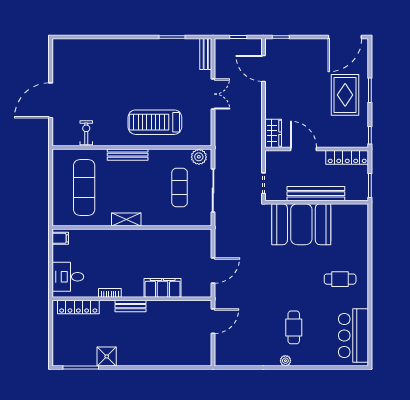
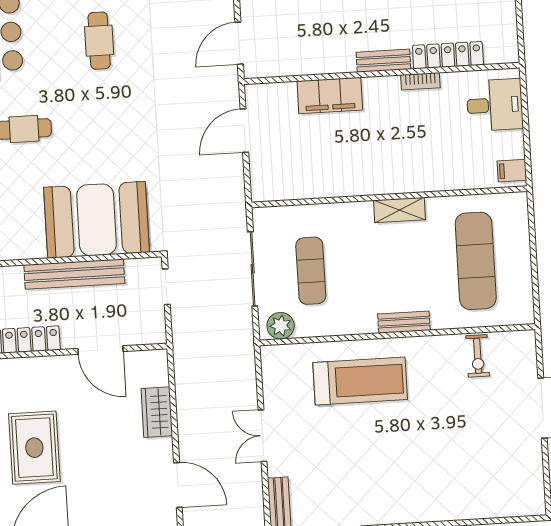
wardrobe: (273, 133) -> (157, 412), moved
bench: (128, 155) -> (404, 322), width x0.73
locker: (78, 307) -> (448, 55), moved

